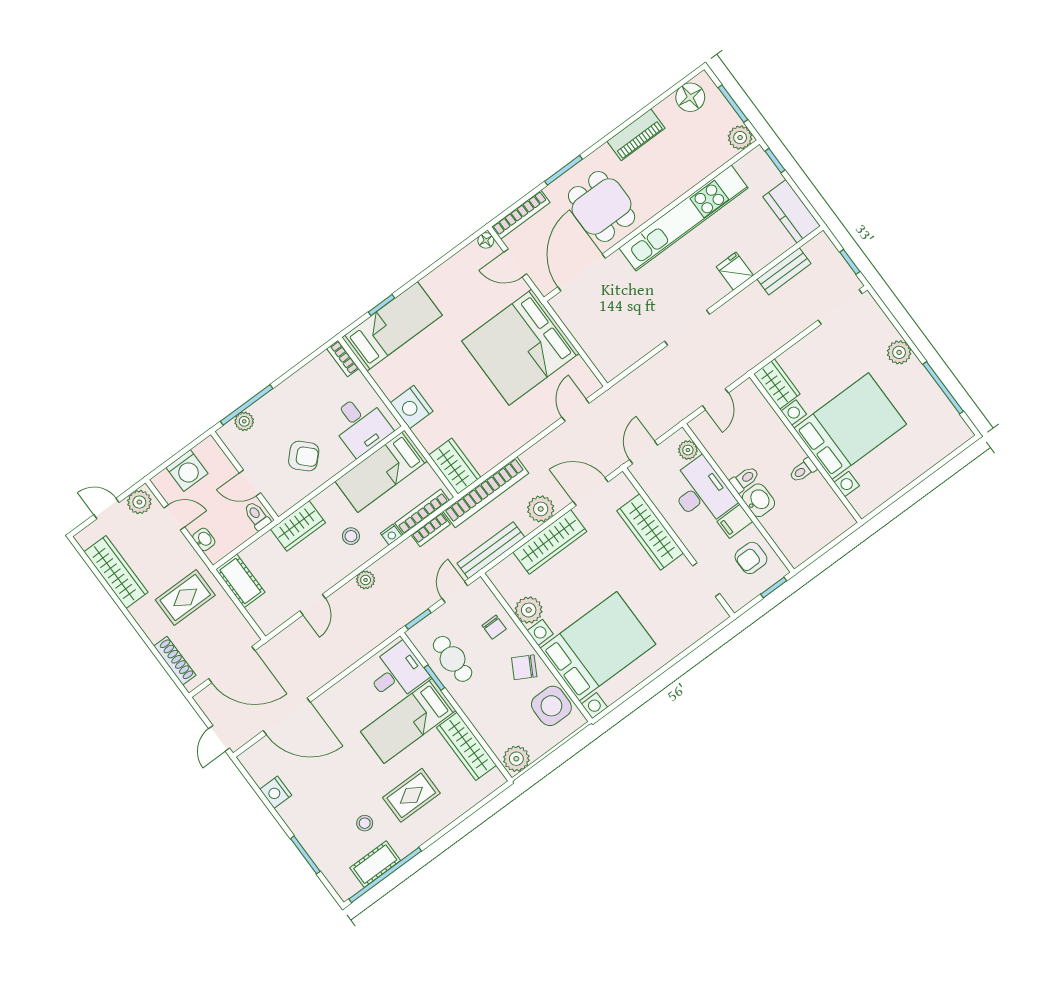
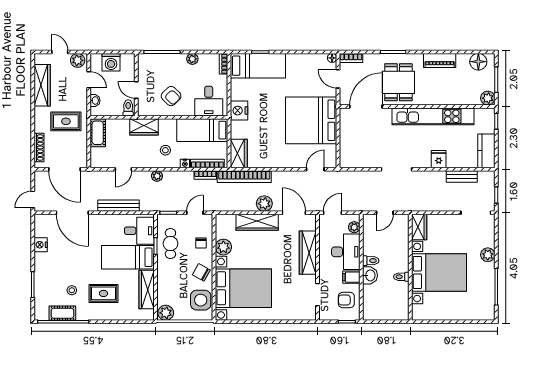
bookcase: (521, 215) -> (351, 58), width x0.64
plant: (244, 421) -> (192, 59), moved
bench: (491, 550) -> (118, 206), moved

